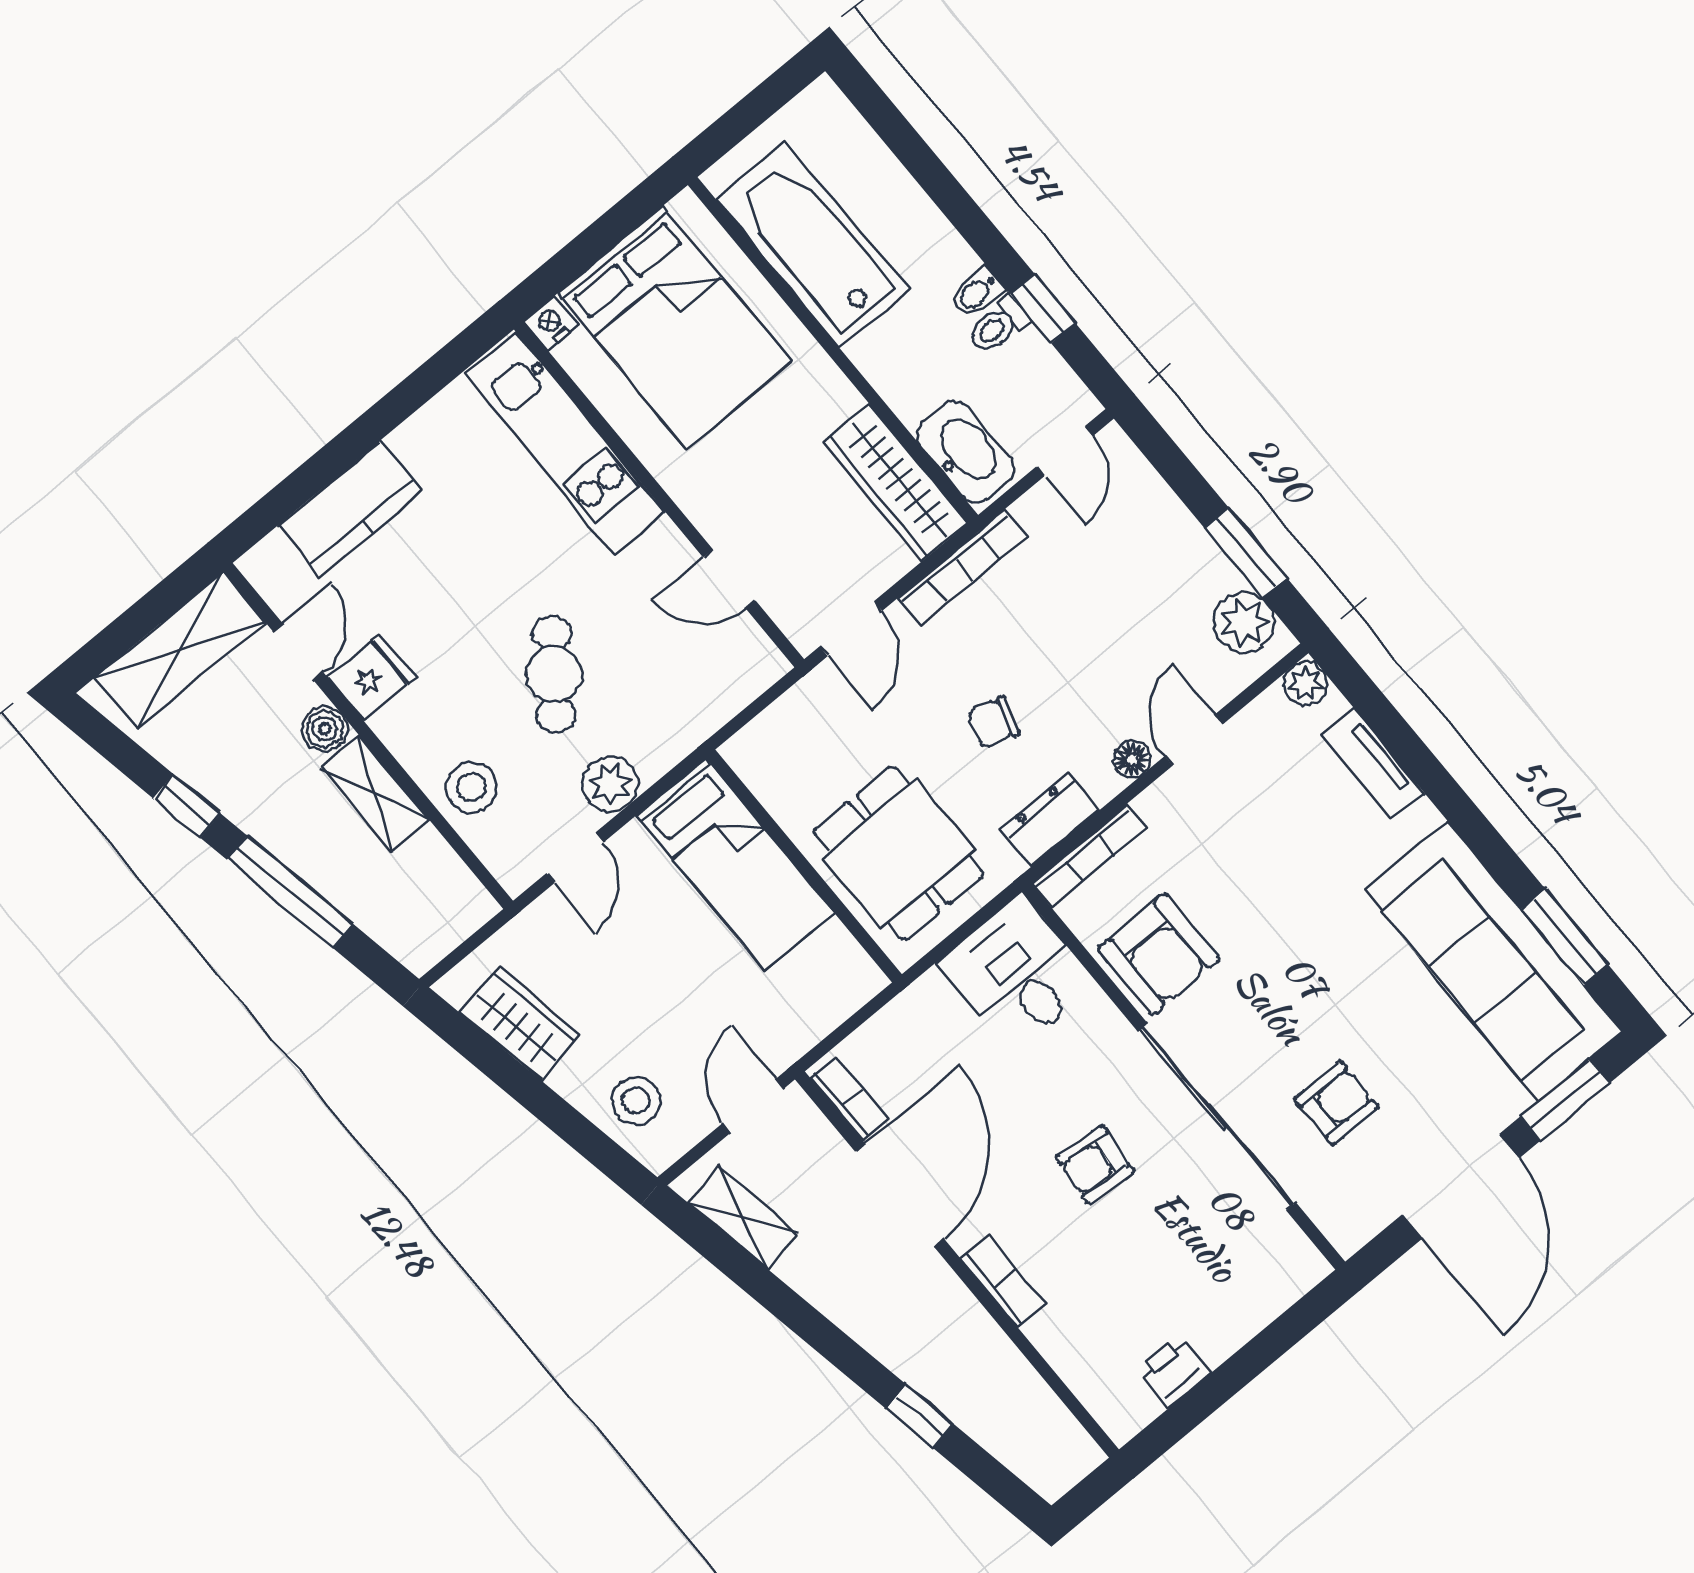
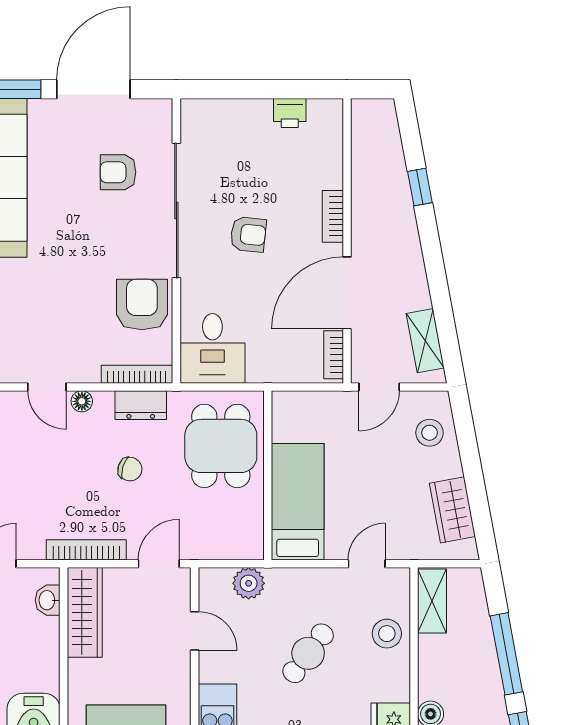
washbasin: (966, 452) -> (48, 600), width x0.52, depth x0.69
door: (1194, 740) -> (47, 387), hinge flipped
plant: (611, 784) -> (249, 583), moved
shelving: (375, 793) -> (432, 601), moved

